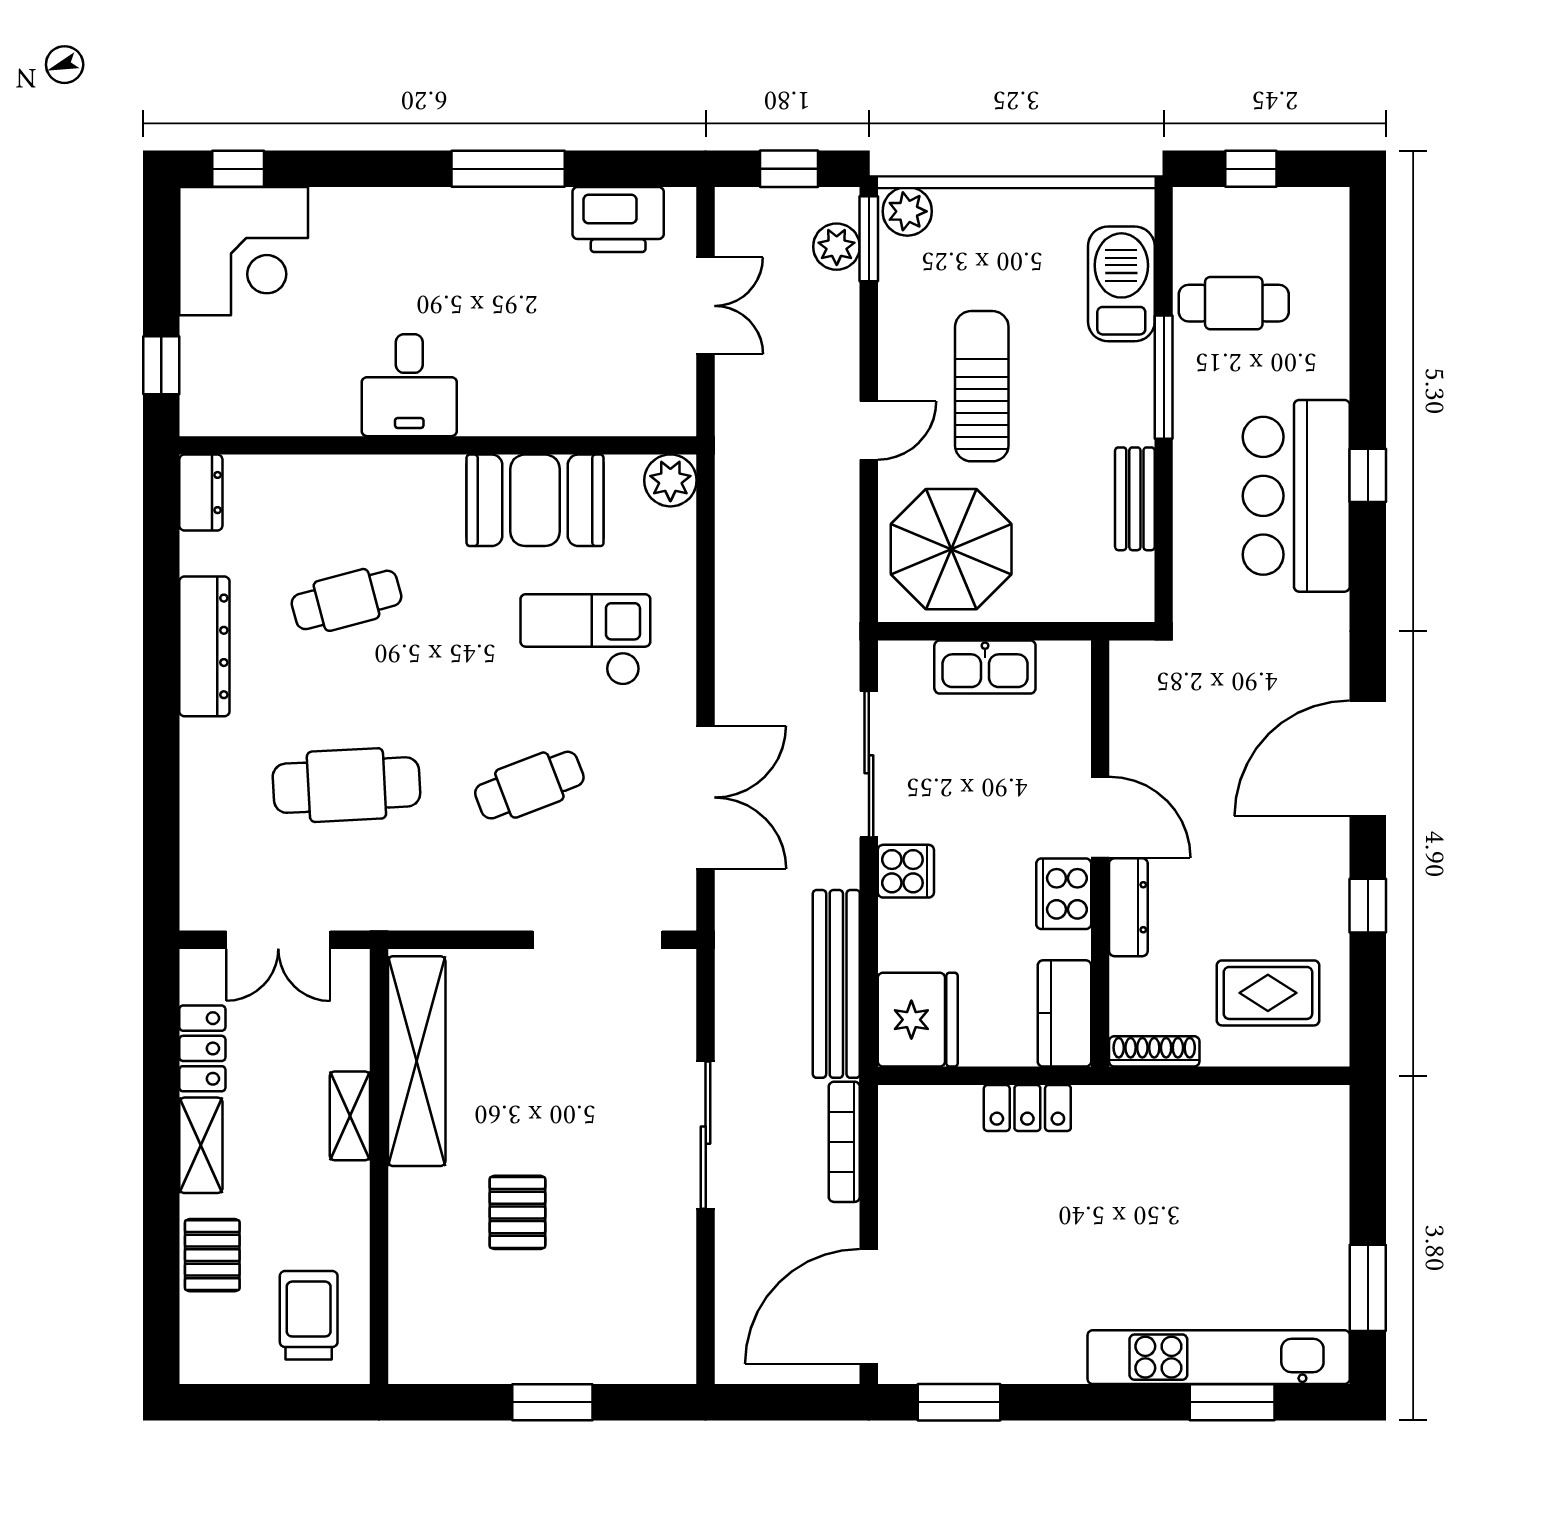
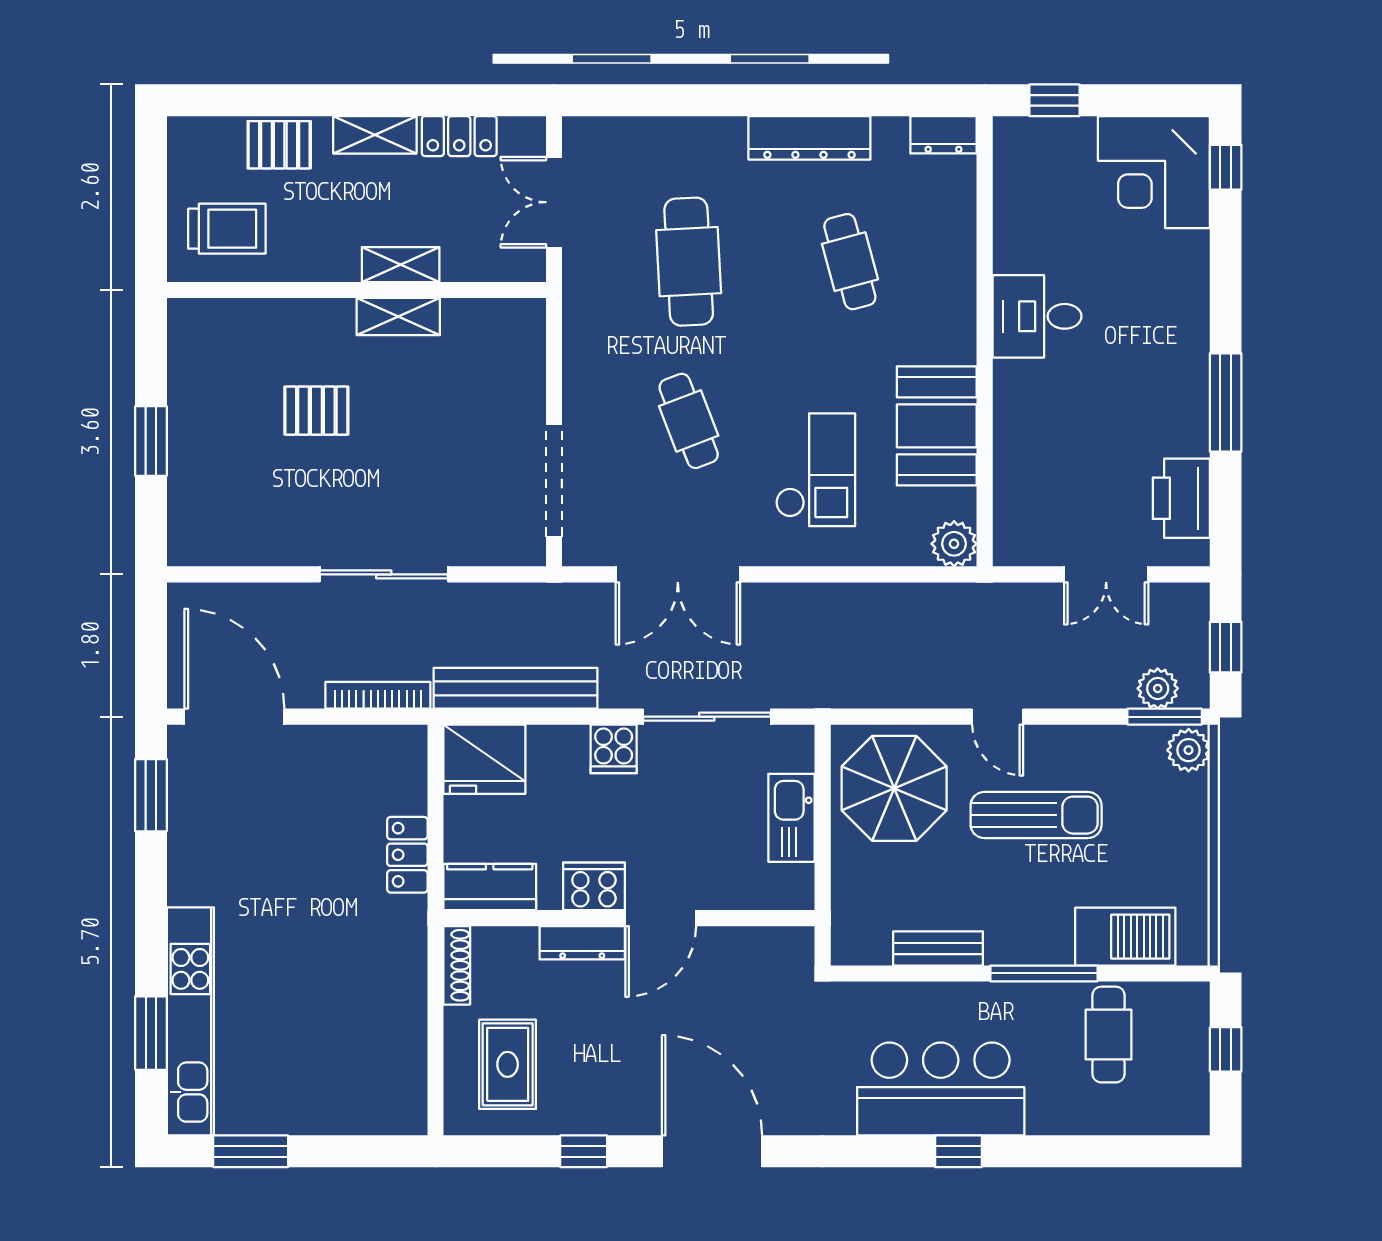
shelving: (417, 1061) -> (398, 317), width x0.45, depth x0.75

